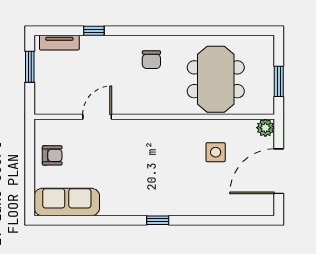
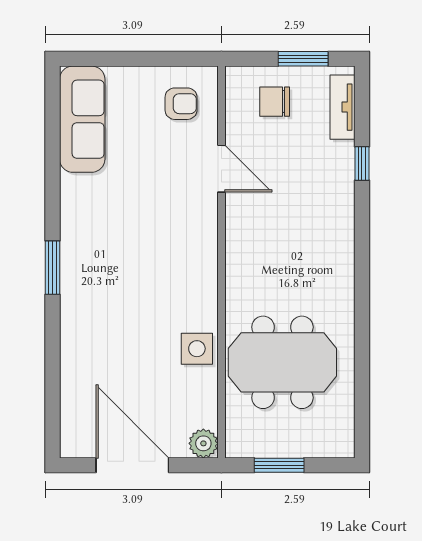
chair: (151, 60) -> (275, 102), moved
side table: (216, 152) -> (197, 349), moved
armchair: (52, 155) -> (181, 104), moved, turned -90
window: (158, 220) -> (52, 268), width x1.50

